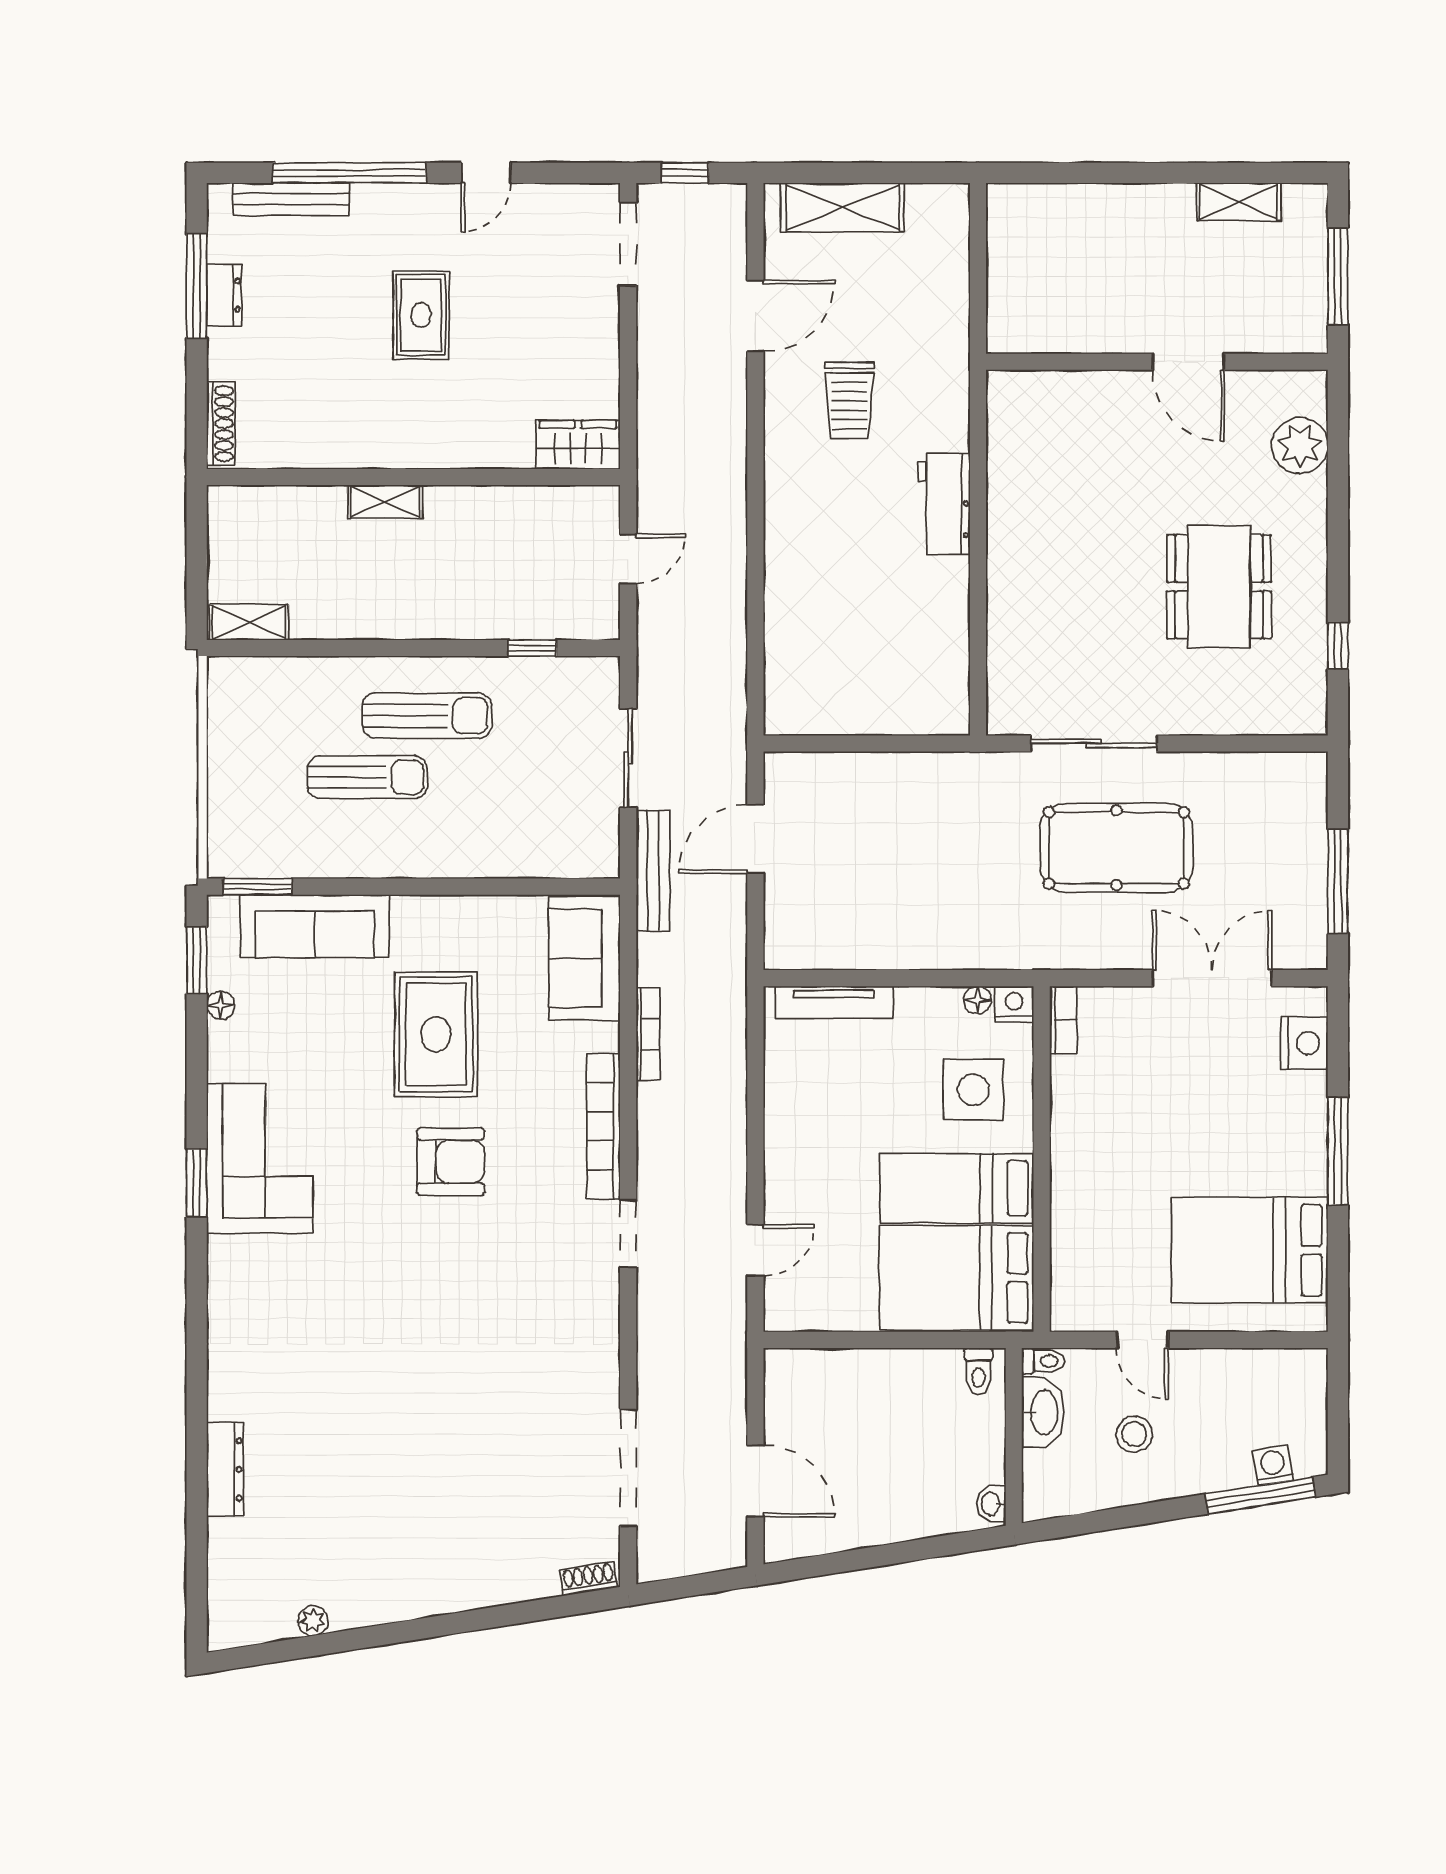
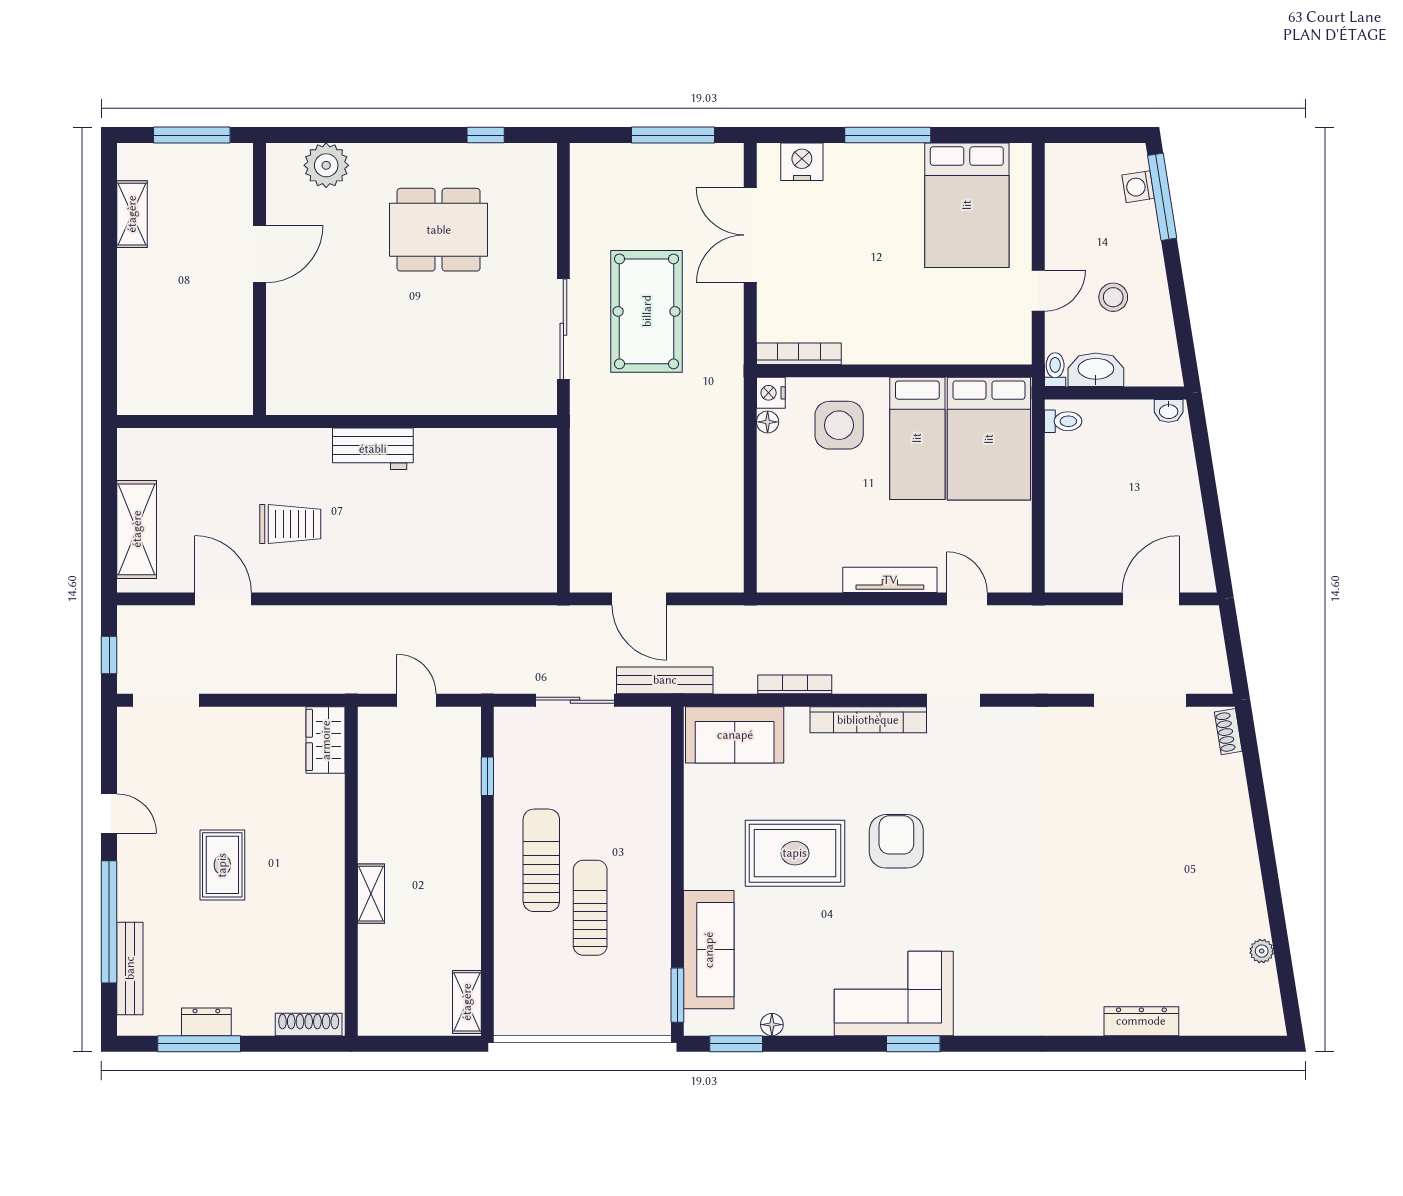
rug: (421, 315) -> (222, 865), turned 90
tv unit: (834, 1002) -> (890, 580), moved, turned -90
bookcase: (1063, 1020) -> (799, 354), width x1.56

